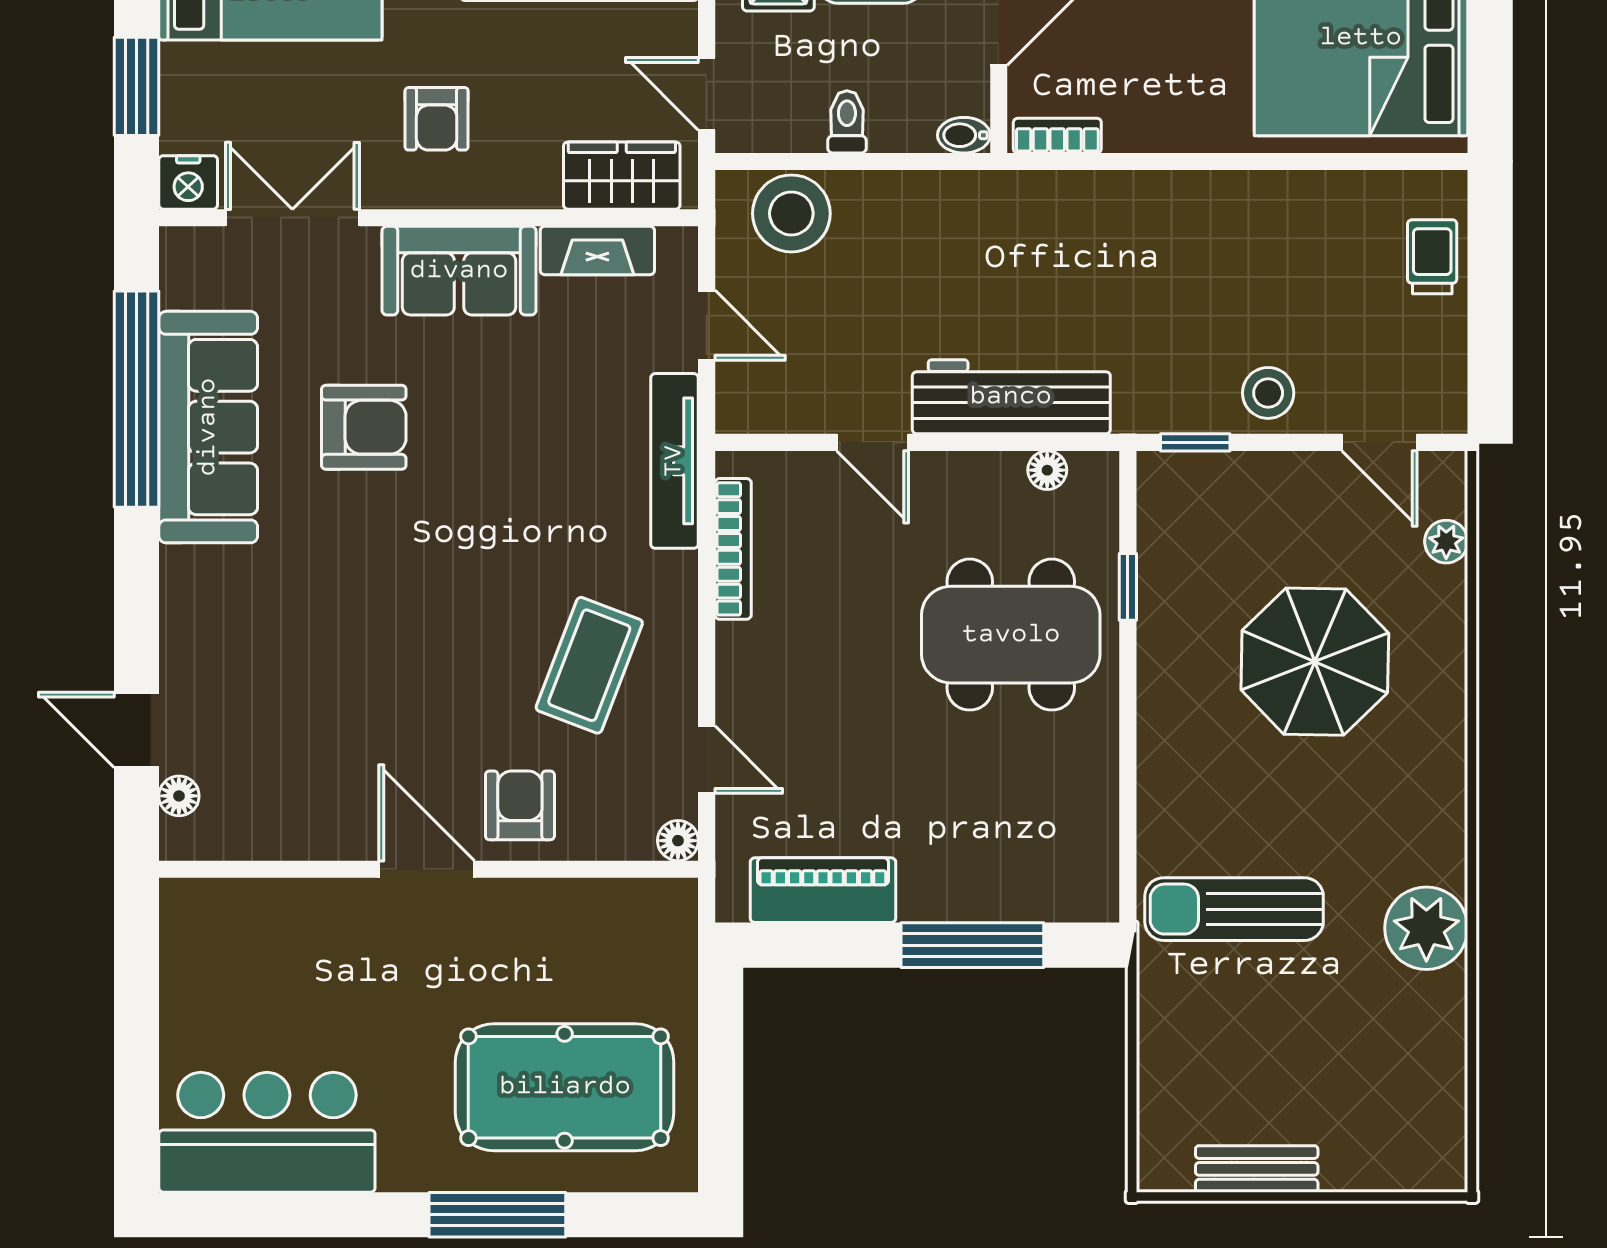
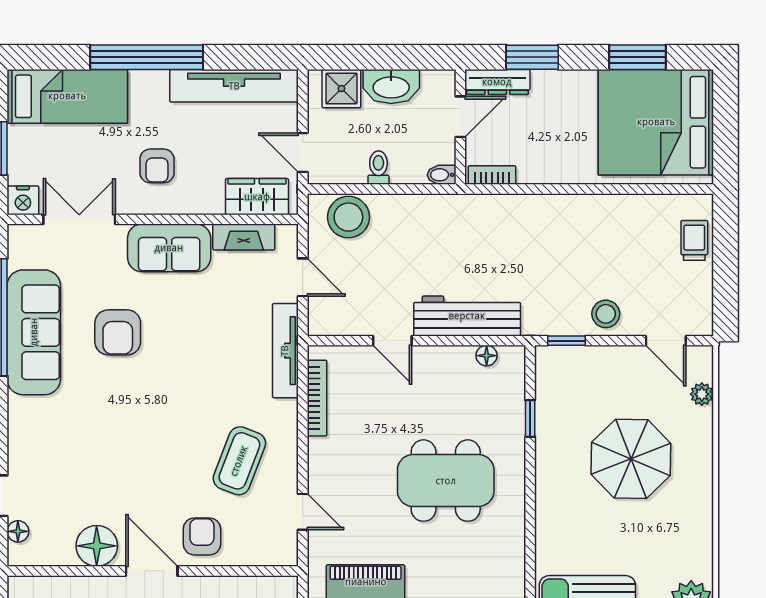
armchair: (364, 427) -> (118, 332), turned 90
dining table: (1011, 635) -> (446, 481), moved
floor lamp: (678, 841) -> (97, 546), moved, width x1.89, depth x1.89

